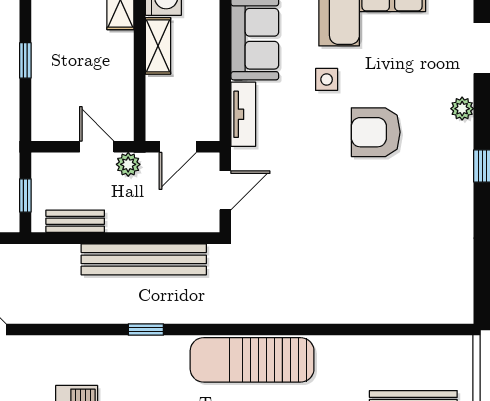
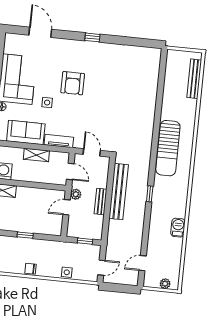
shelving: (158, 46) -> (36, 155), moved
plant: (462, 109) -> (66, 44), removed
bench: (75, 221) -> (100, 202), moved

